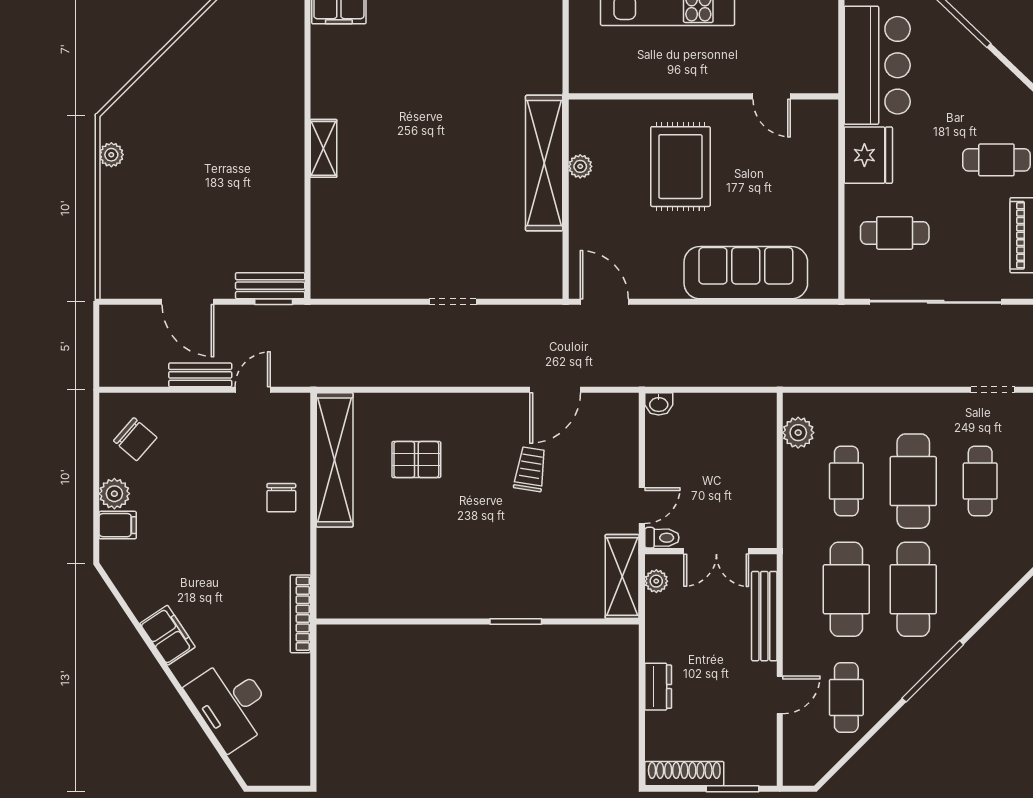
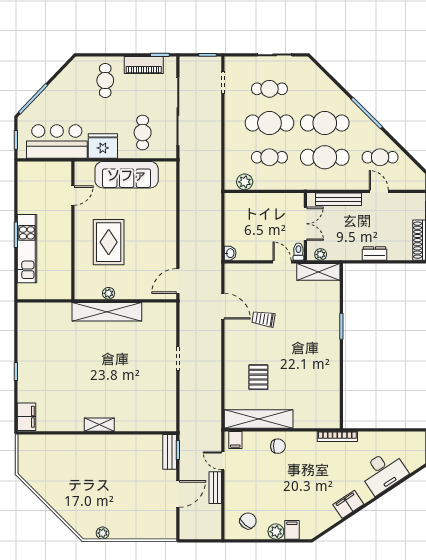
rug: (680, 167) -> (109, 242), turned 90
sofa: (746, 273) -> (127, 175), moved, turned -90
filing cabinet: (293, 414) -> (235, 440), added

